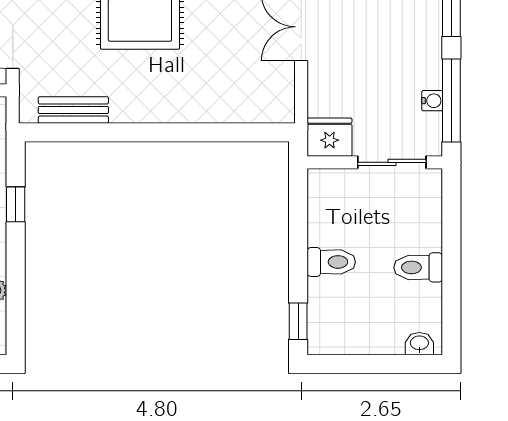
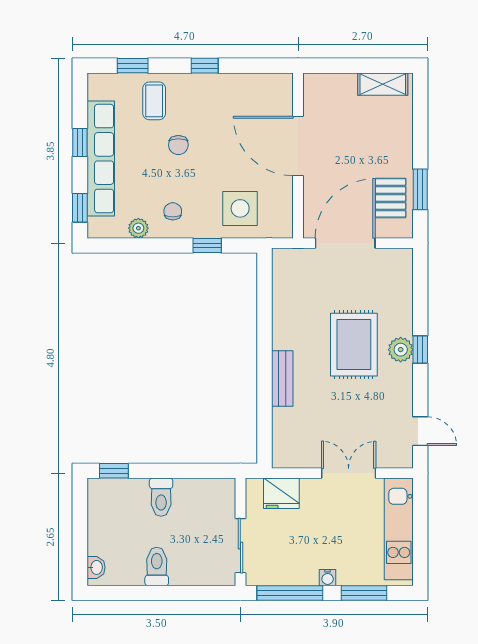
water cooler: (432, 101) -> (328, 578), moved
bench: (73, 110) -> (282, 379), moved
fridge: (330, 137) -> (281, 493), moved, turned 90

